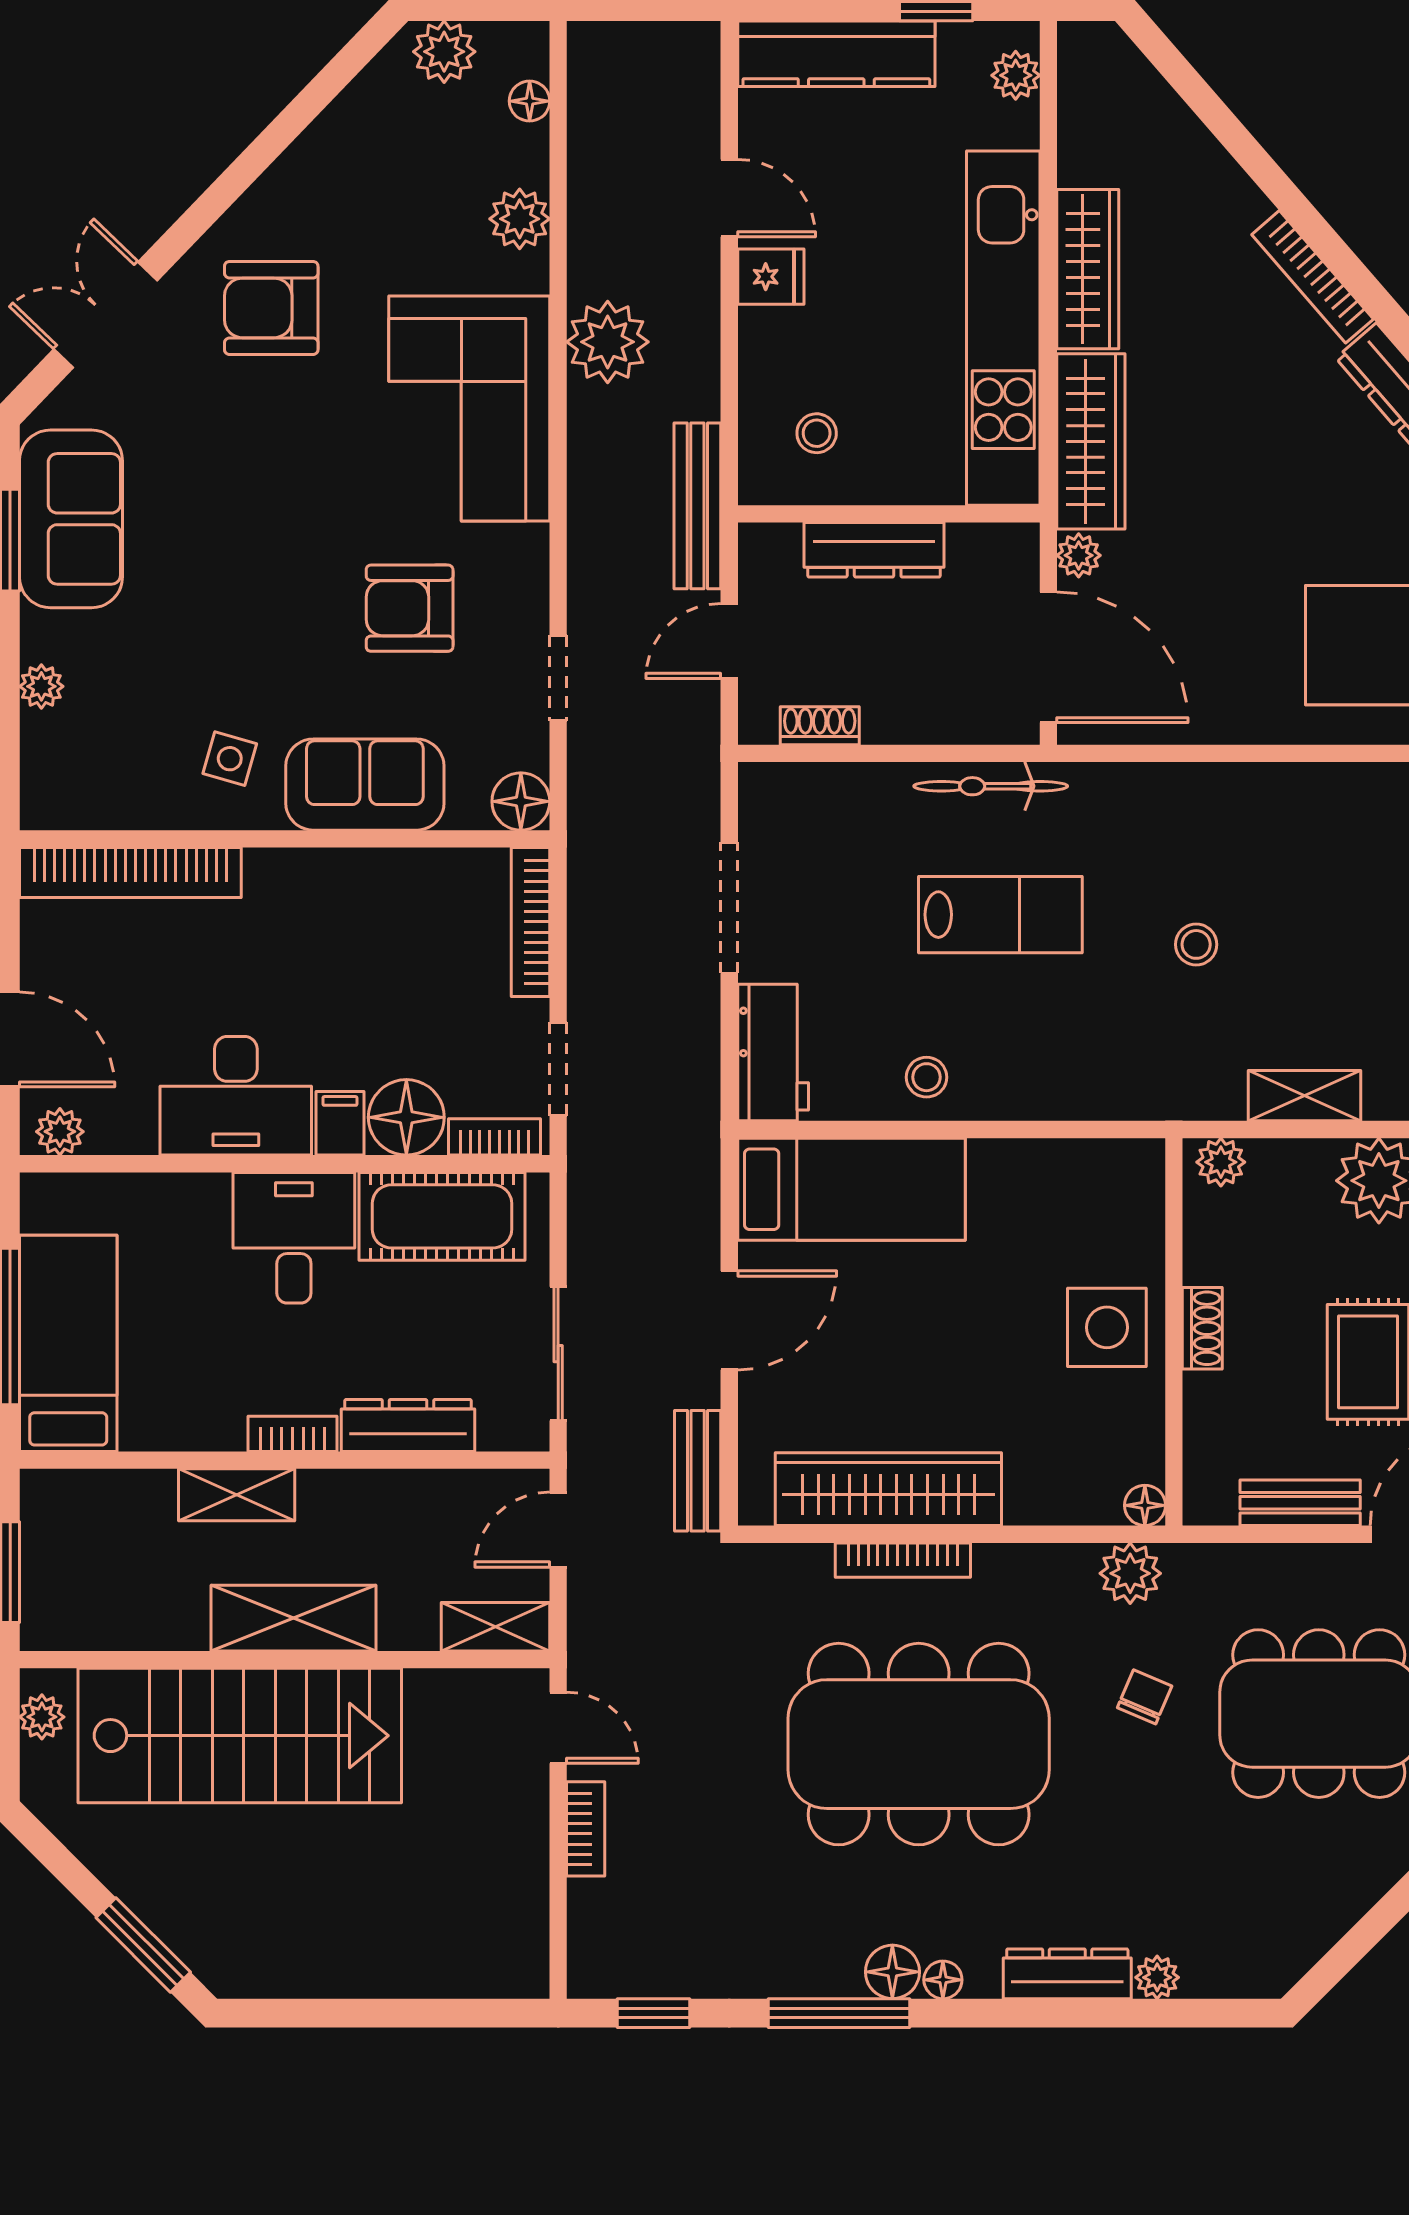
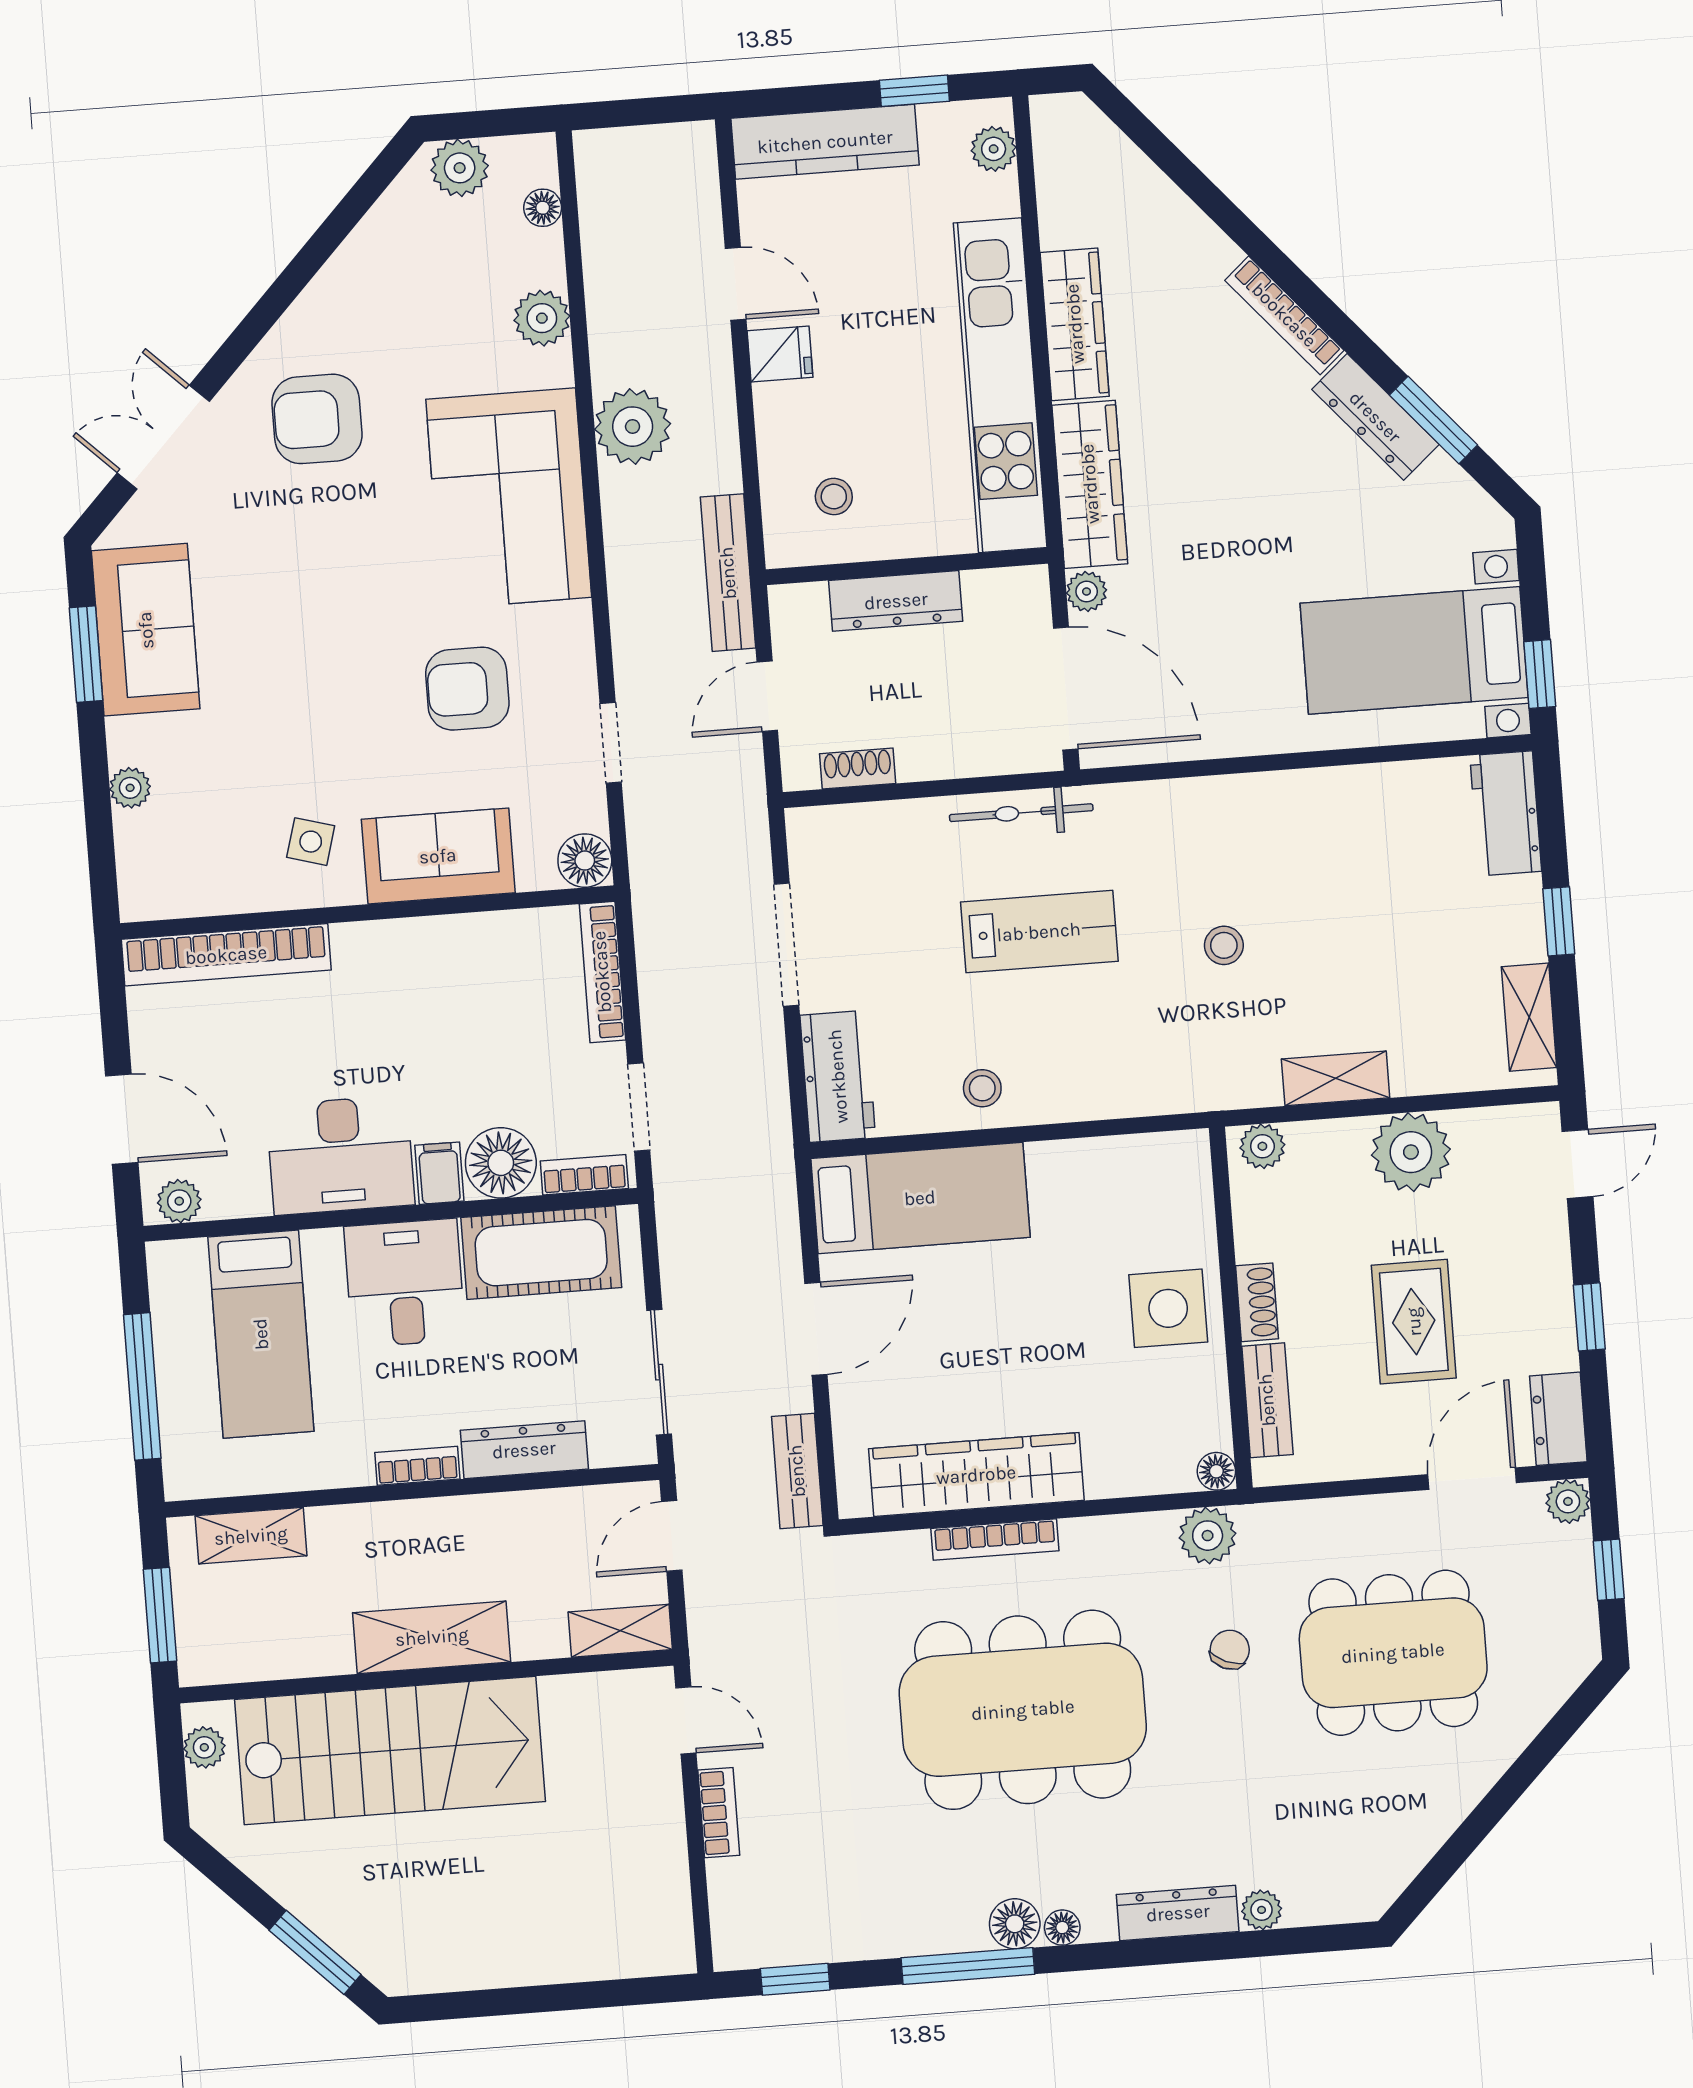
bed: (68, 1343) -> (261, 1334), moved, turned 180
shelving: (237, 1495) -> (251, 1536), moved
bench: (1300, 1503) -> (1267, 1400), moved, turned 90

